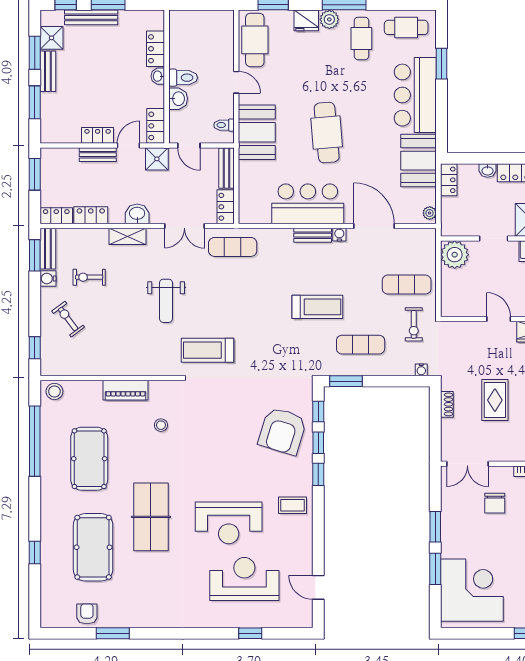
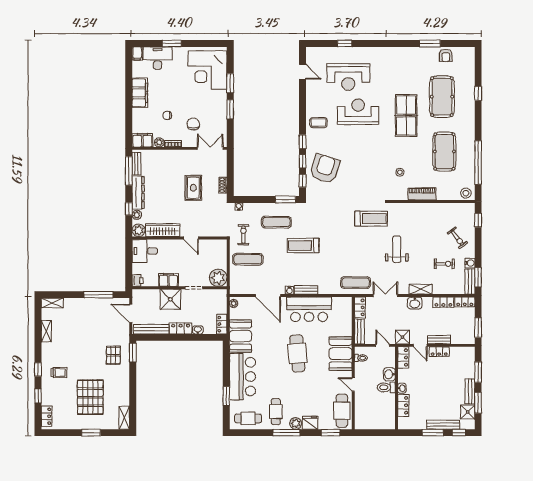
door: (128, 145) -> (420, 345), hinge flipped

